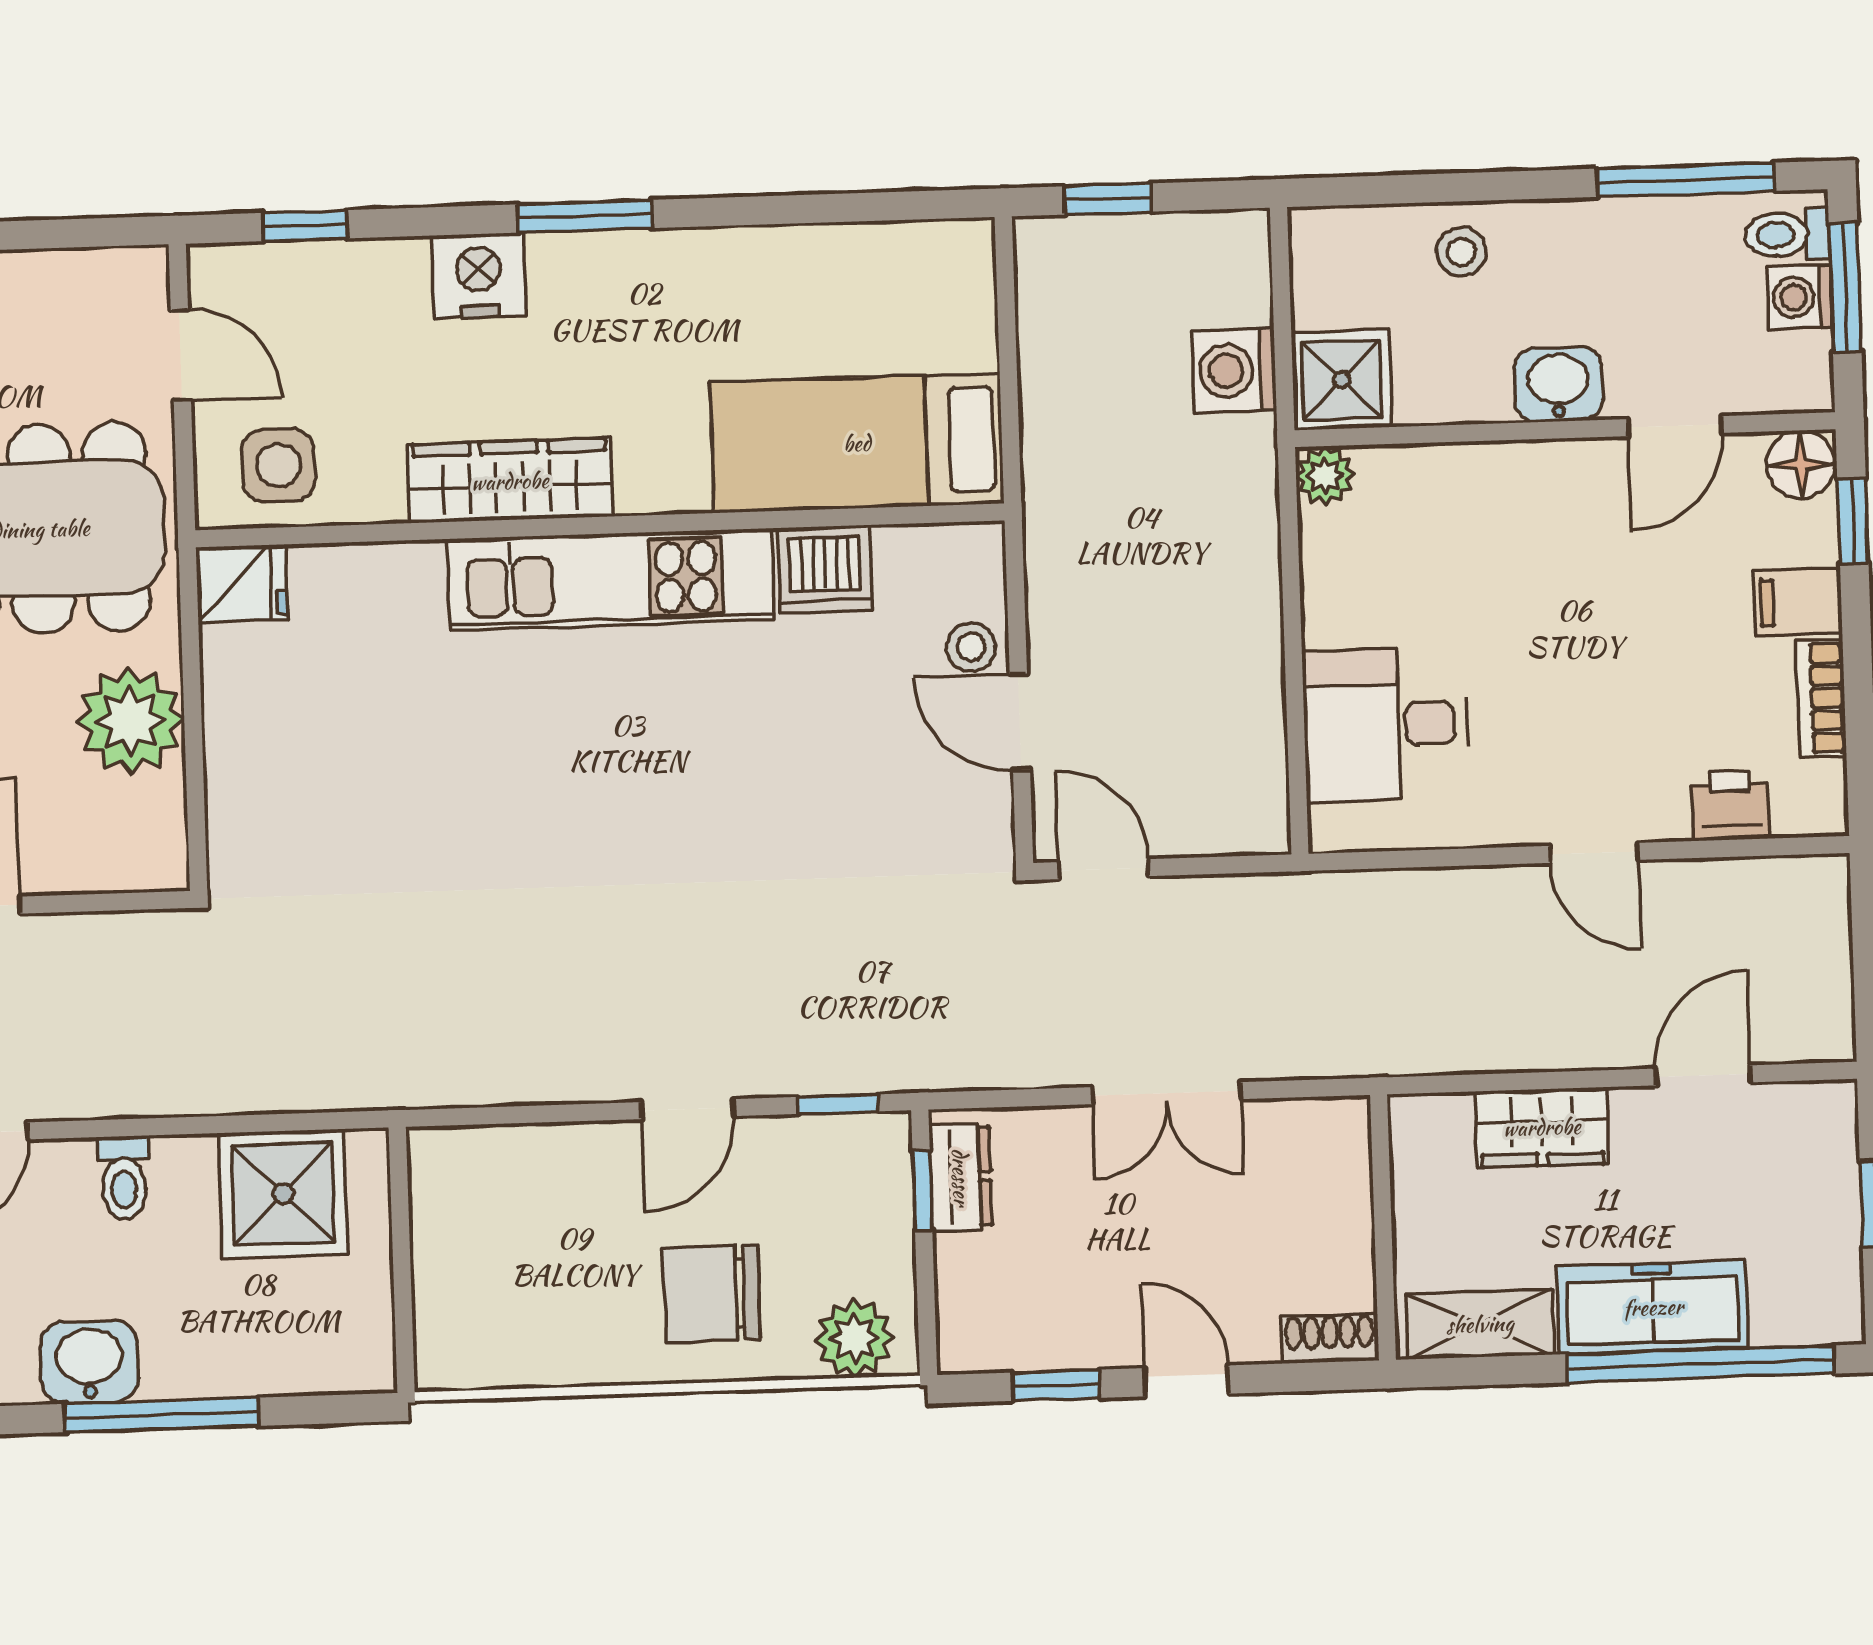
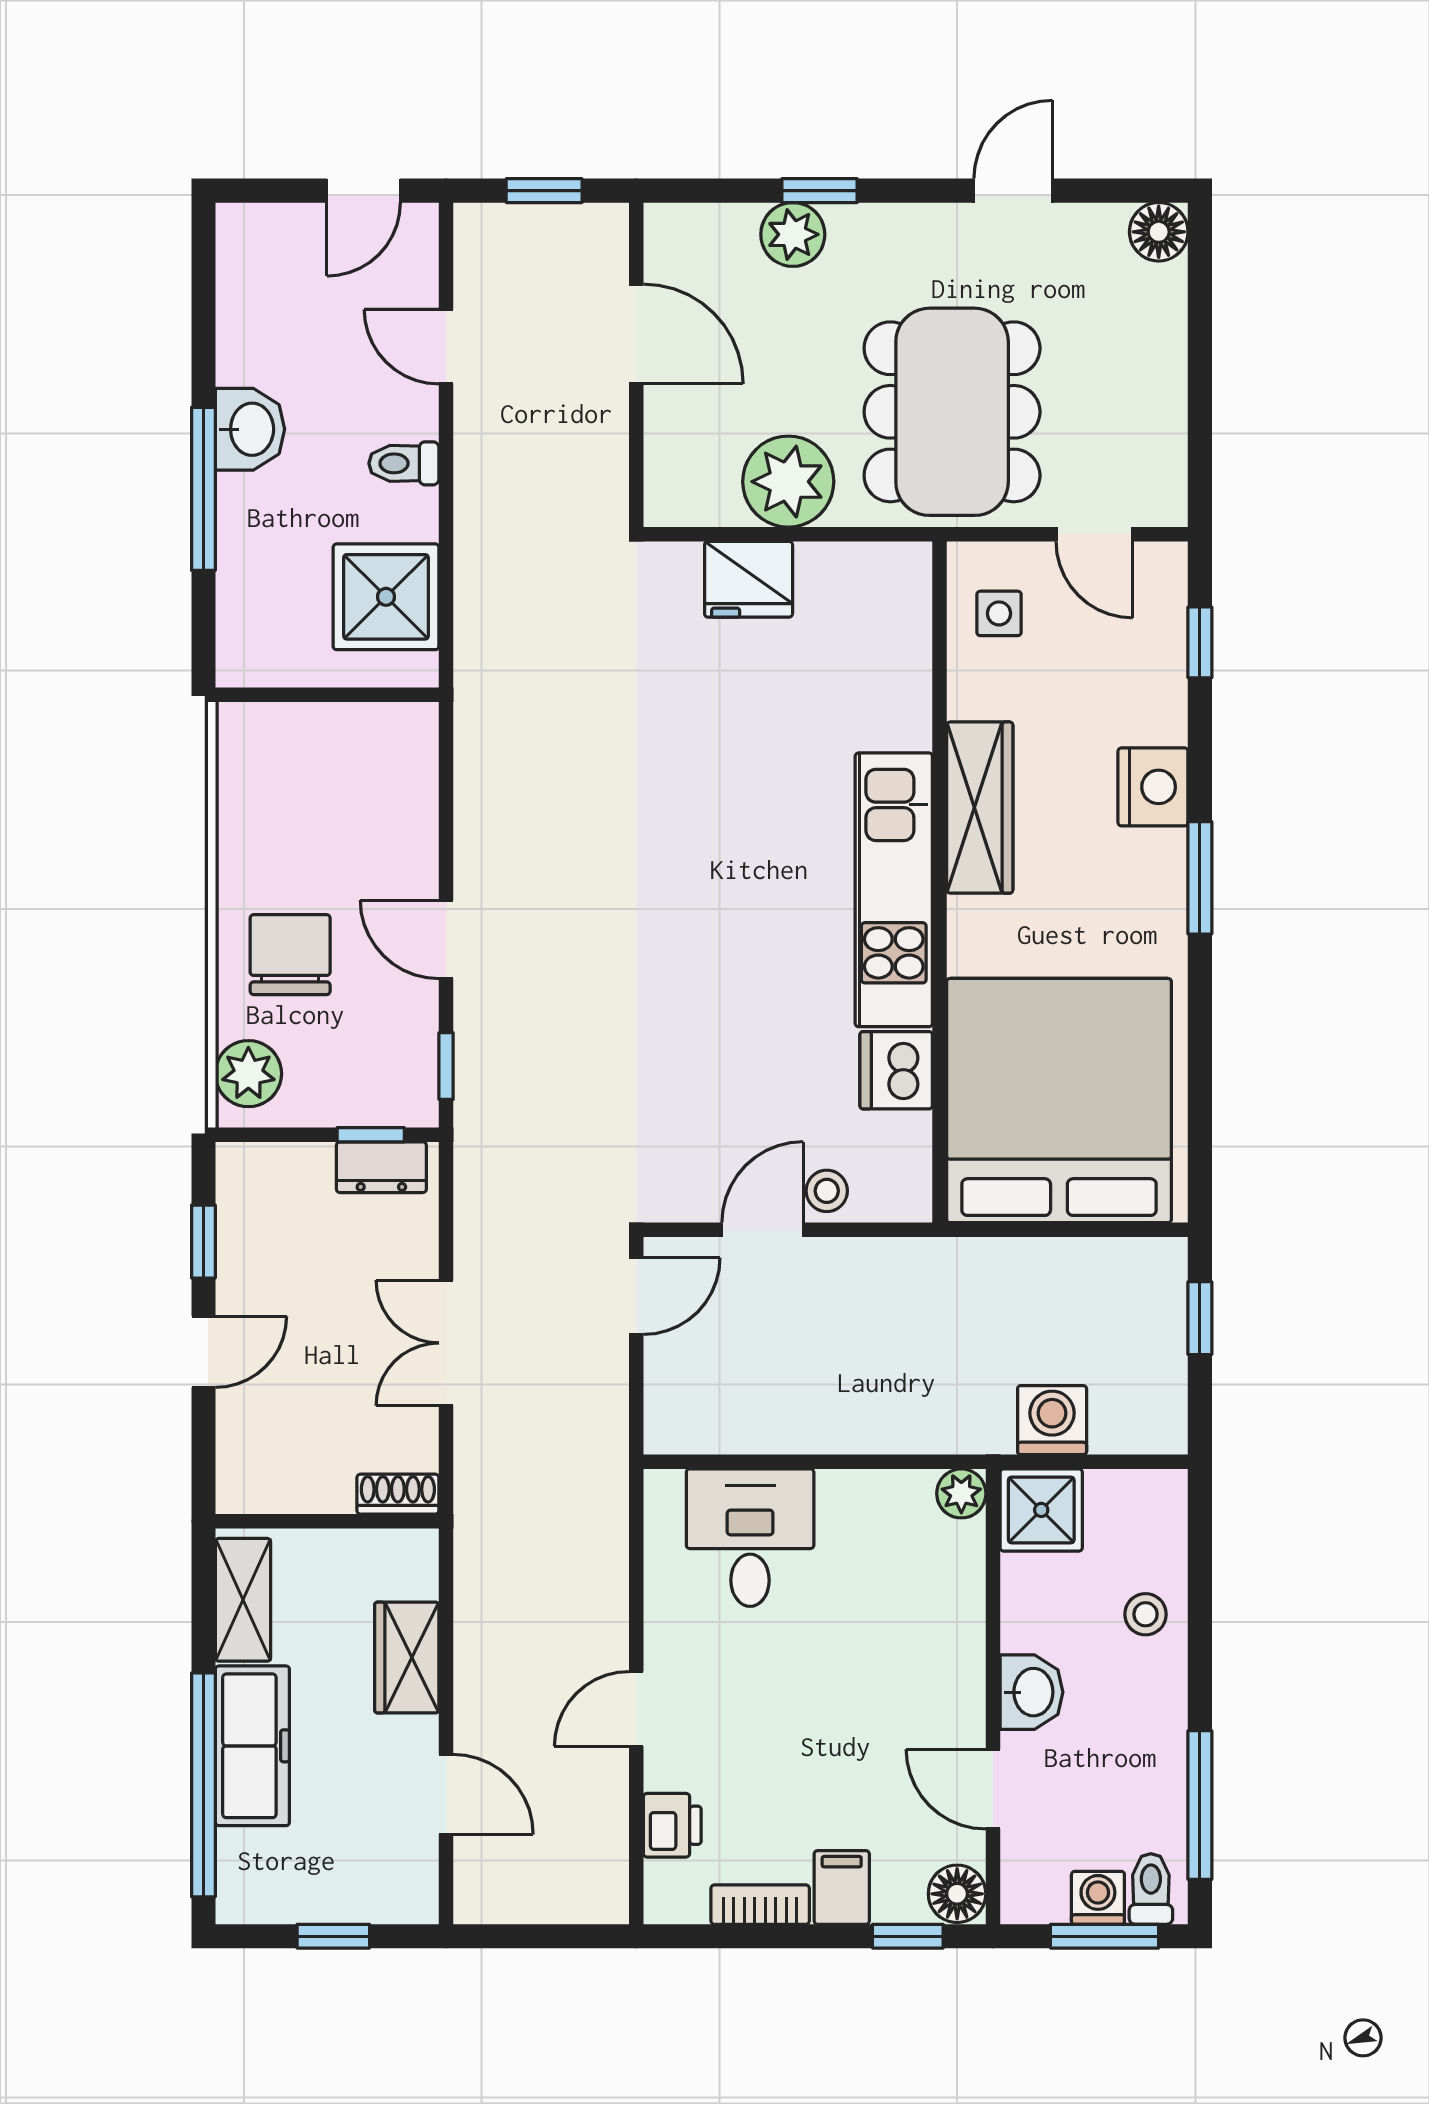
door: (181, 355) -> (1094, 534), hinge flipped
bed: (857, 443) -> (1059, 1101), width x2.04
side table: (279, 465) -> (999, 613), width x0.73, depth x0.73
fridge: (242, 584) -> (749, 579), moved, width x1.38
shoe rack: (1329, 1338) -> (398, 1494), moved, turned -90

